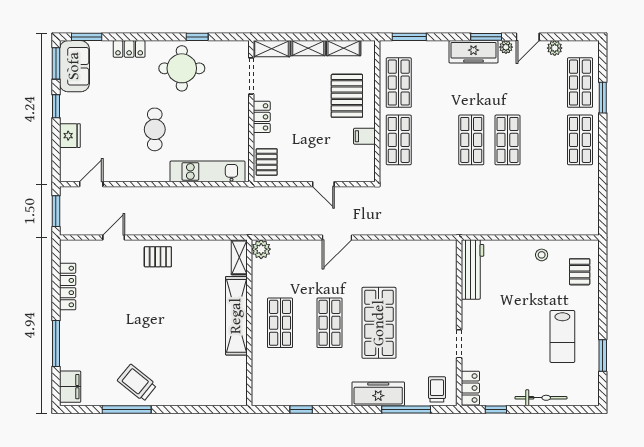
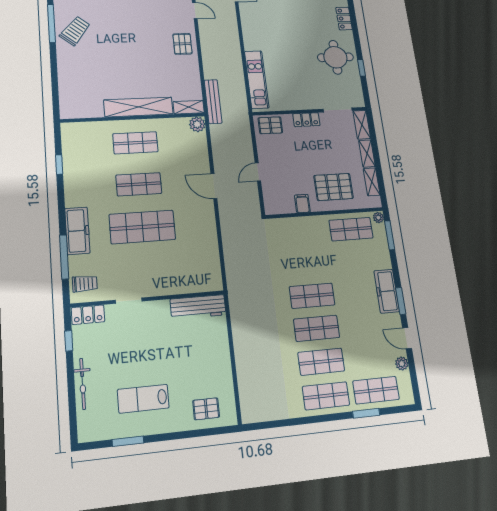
plant: (506, 47) -> (378, 218), moved
cafe table: (155, 129) -> (285, 39), removed
shop shelf: (399, 140) -> (321, 362), moved
bench: (233, 228) -> (213, 102), added
stool: (542, 255) -> (218, 370), removed

